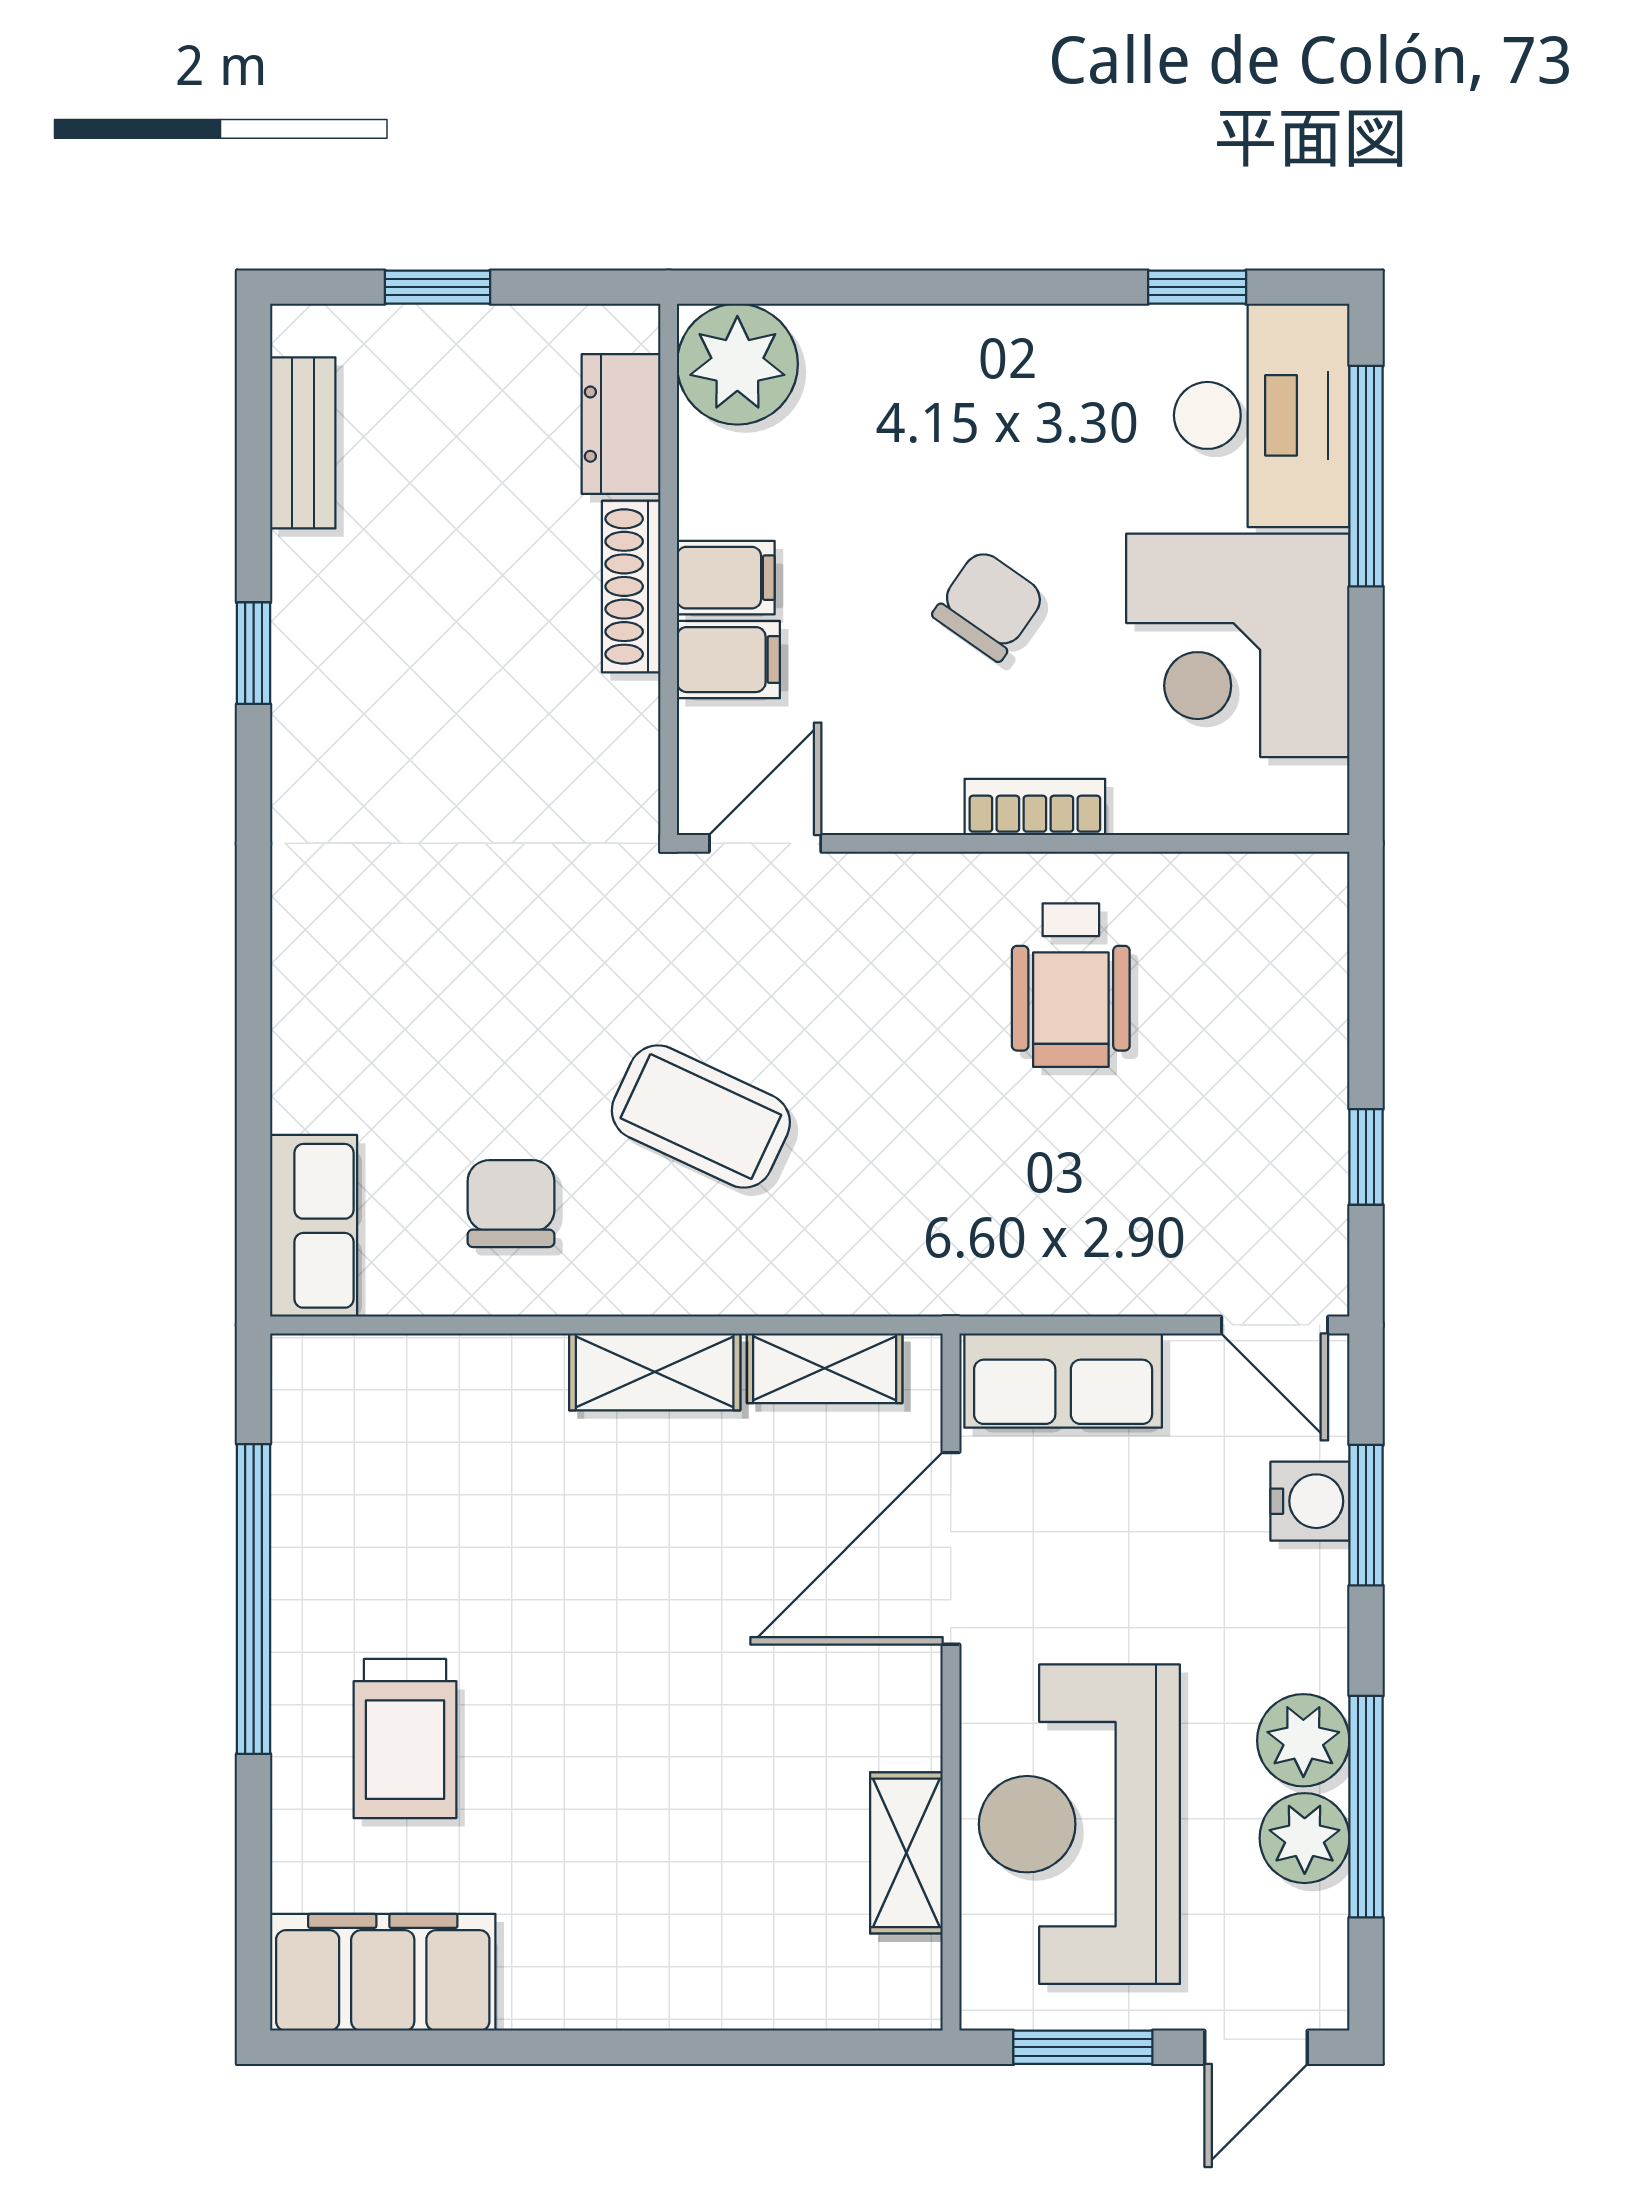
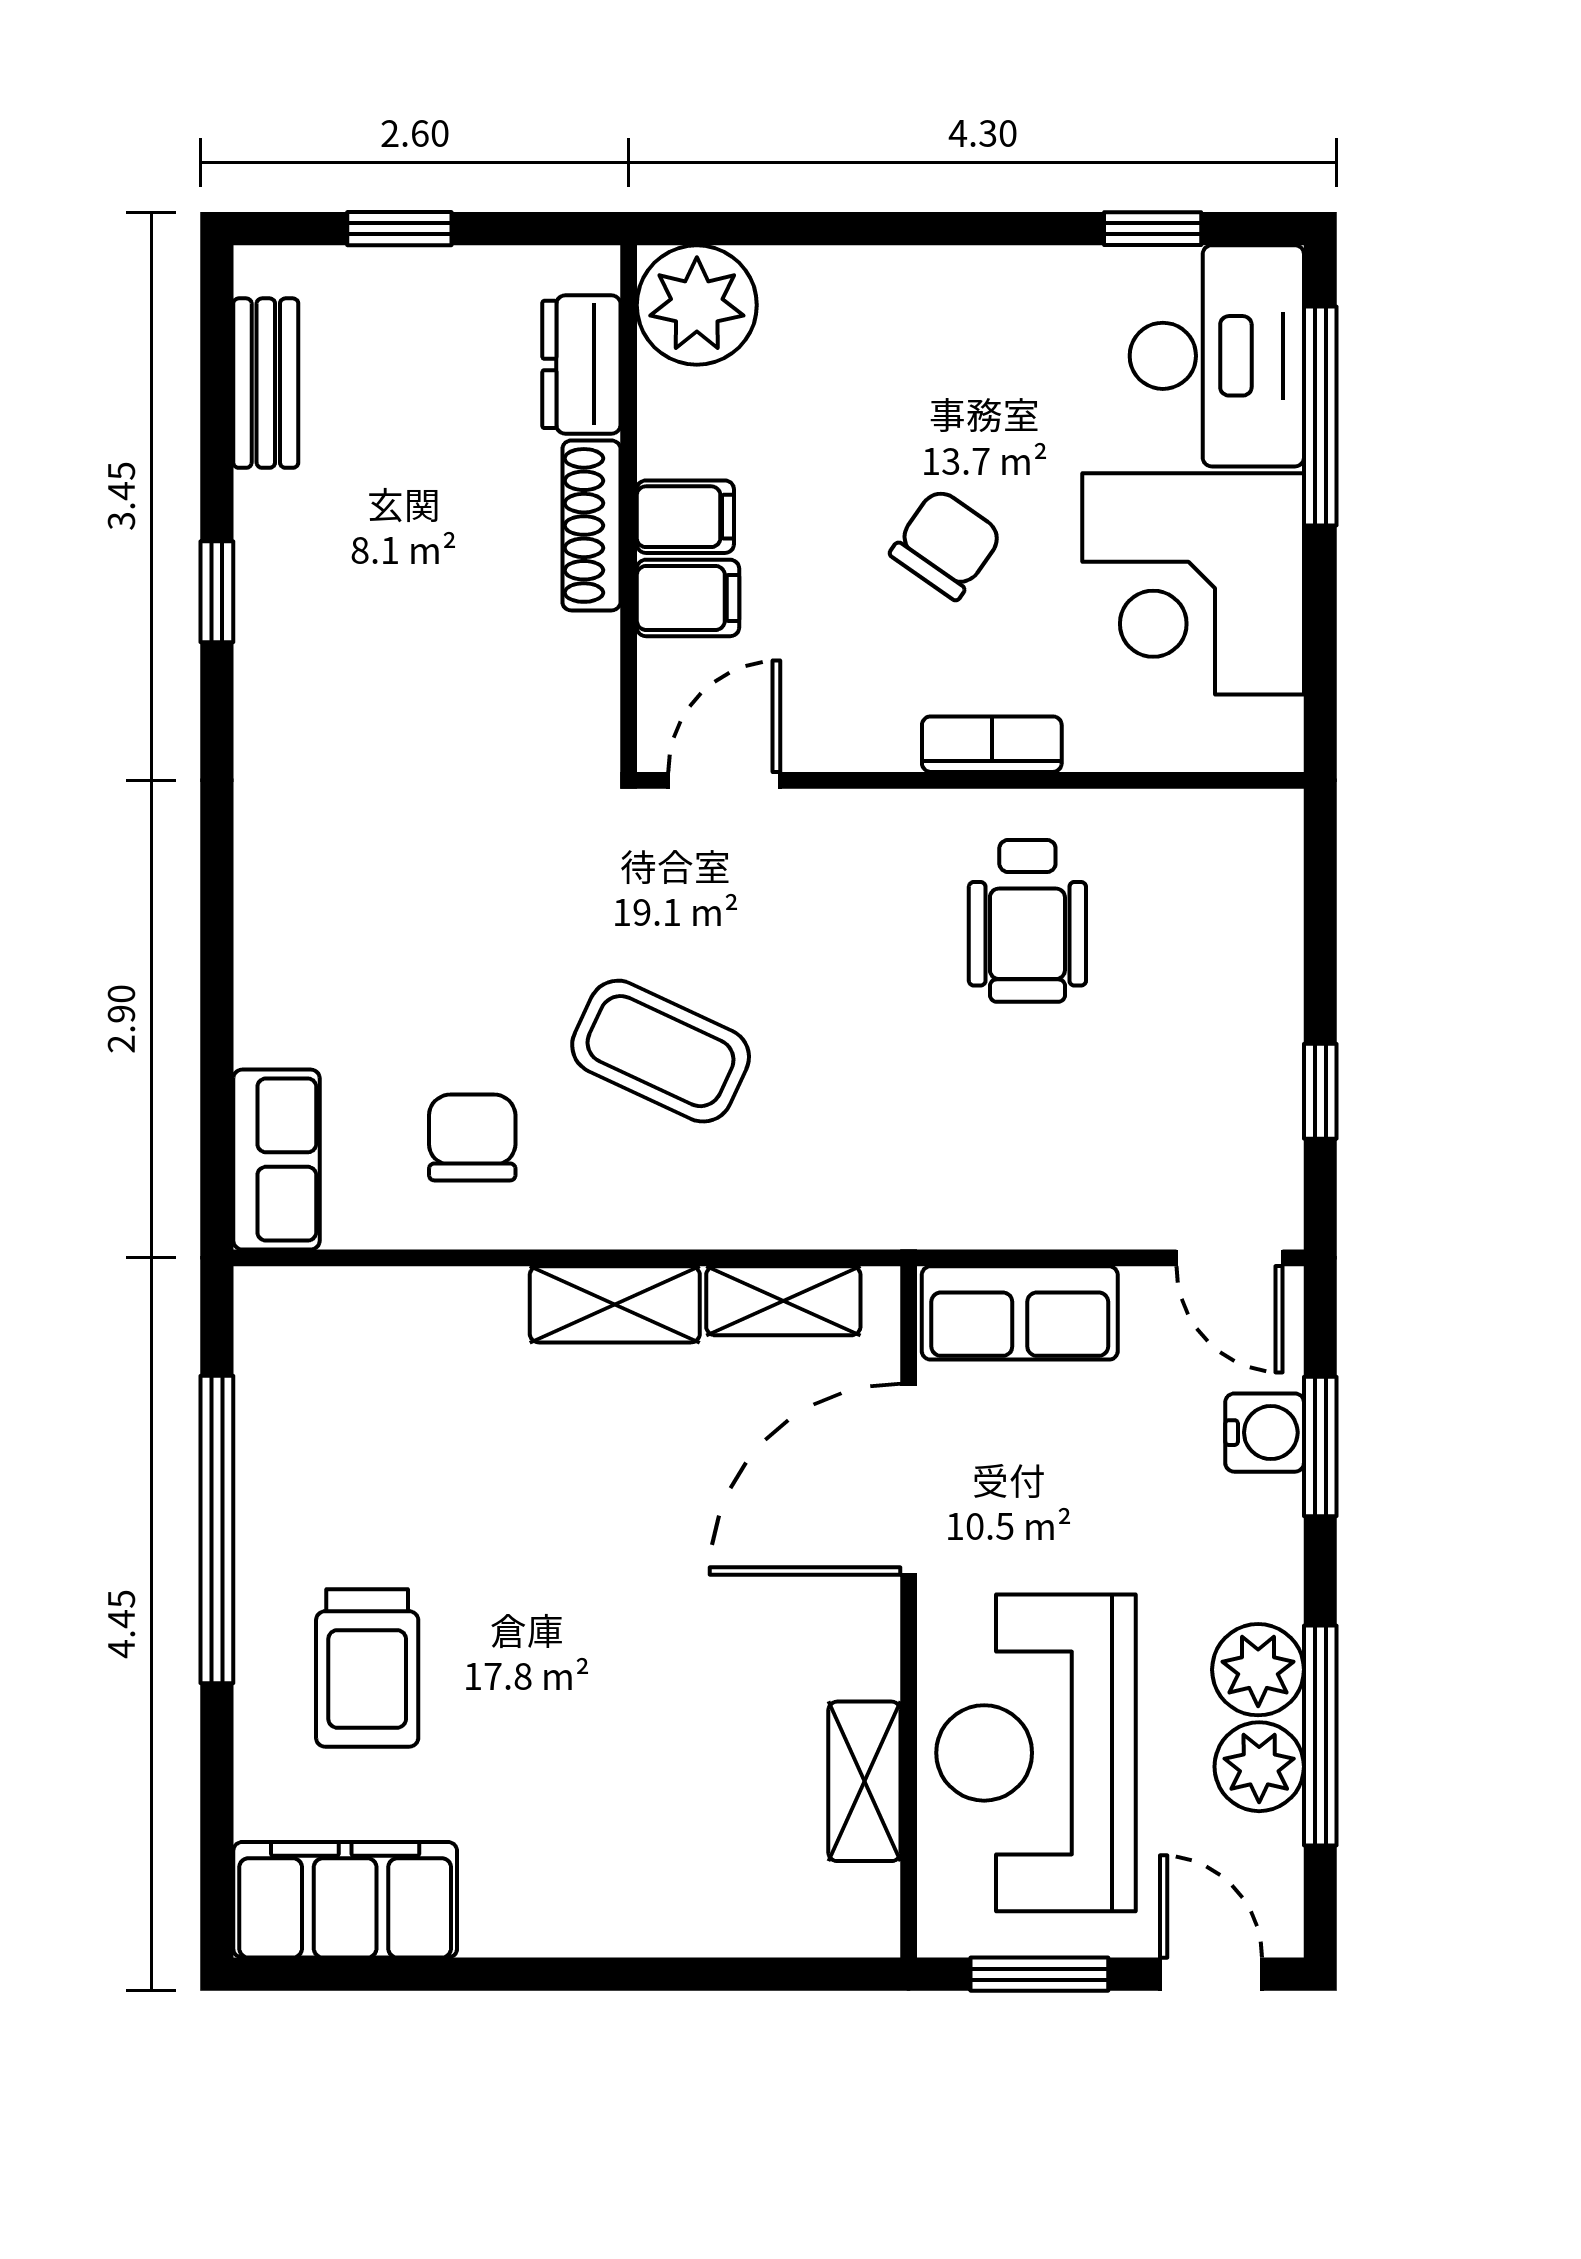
door: (1256, 2047) -> (1211, 1974), swing flipped

